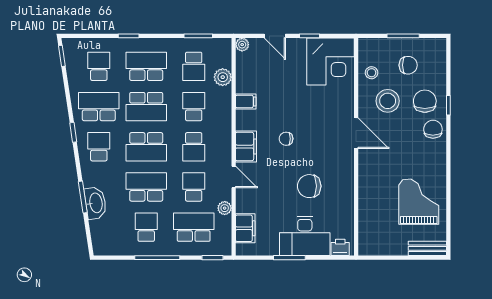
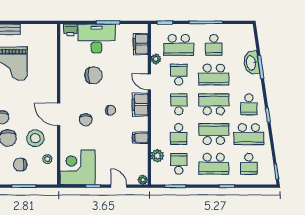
chair: (320, 126) -> (86, 120), added
school desk: (194, 187) -> (179, 75), turned 180

